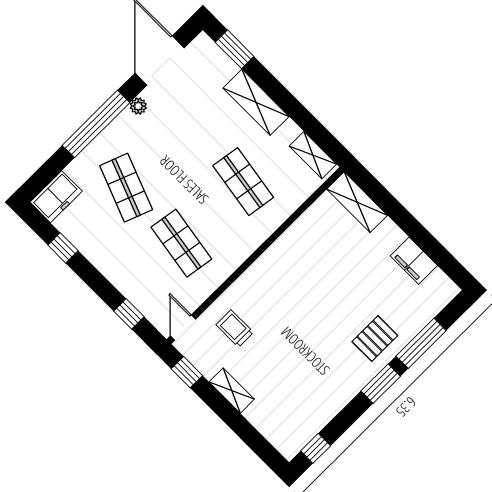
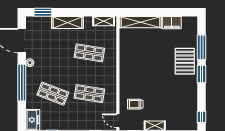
shelving: (357, 202) -> (140, 22), width x1.47
pallet: (375, 339) -> (185, 61), width x1.50, depth x1.42

